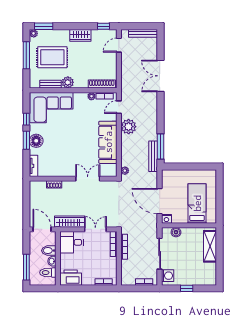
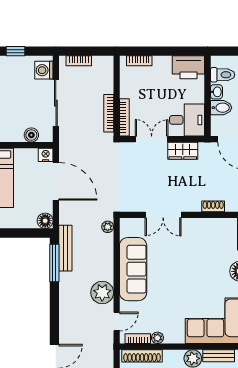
floor lamp: (167, 175) -> (45, 221), added
wardrobe: (70, 222) -> (183, 151), width x0.67
double door: (95, 229) -> (152, 139), swing flipped

